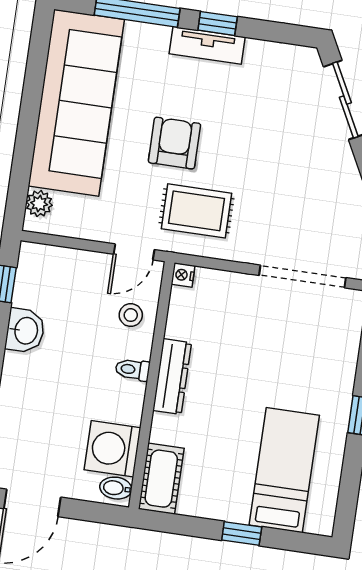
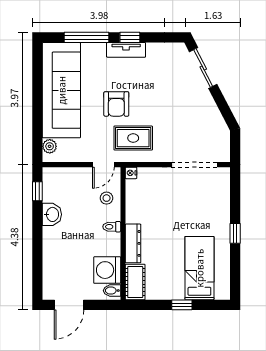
armchair: (174, 143) -> (116, 104), turned 180
dresser: (172, 377) -> (133, 243), moved

